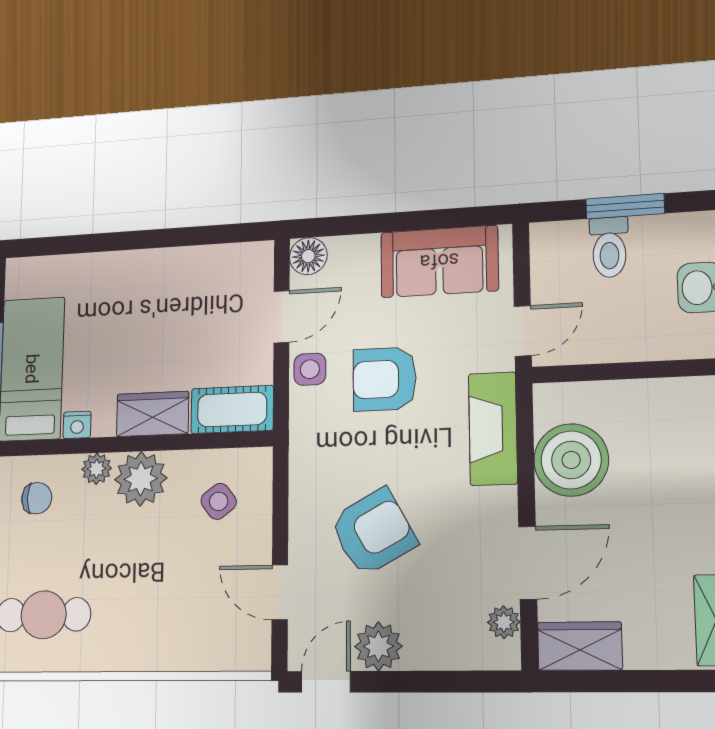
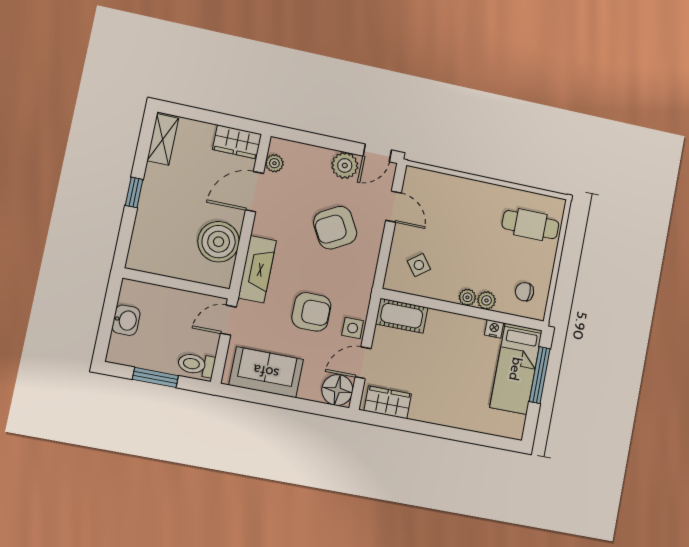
toilet: (609, 247) -> (196, 365), moved, turned -90
floor lamp: (308, 256) -> (337, 390), width x1.38, depth x1.38
wardrobe: (153, 414) -> (388, 402), moved, turned 180
plant: (141, 479) -> (467, 297), width x0.53, depth x0.53

